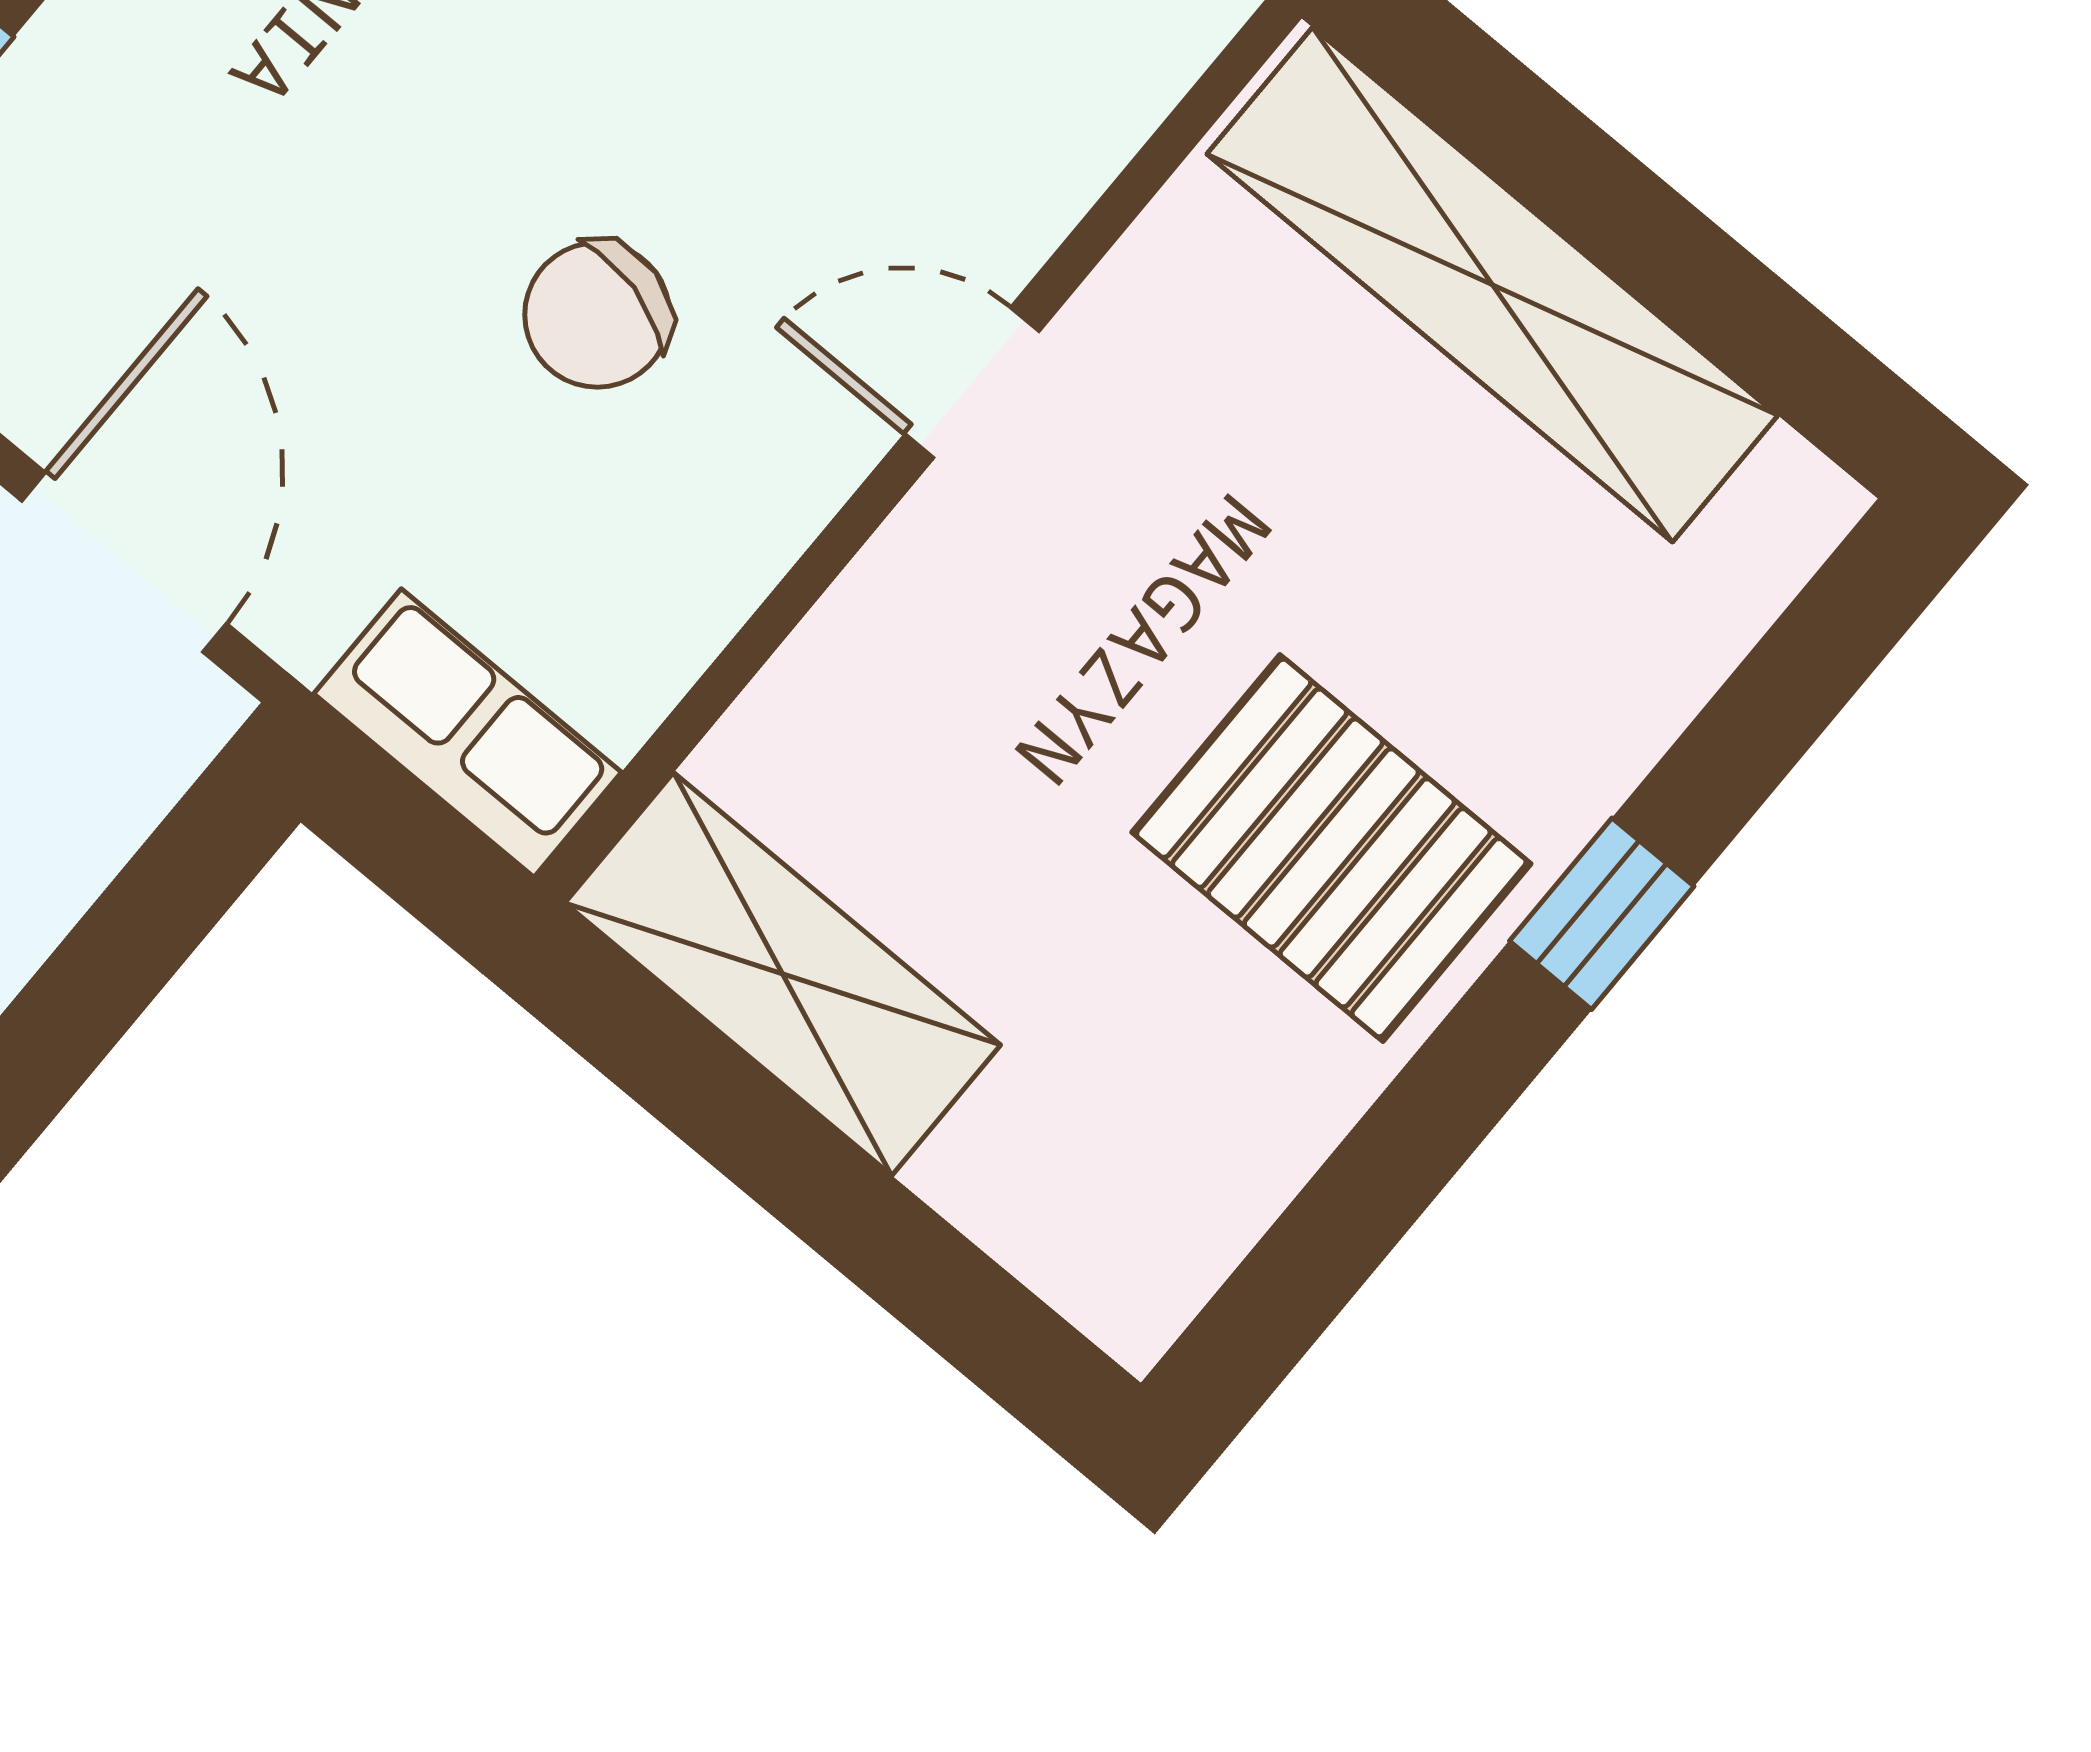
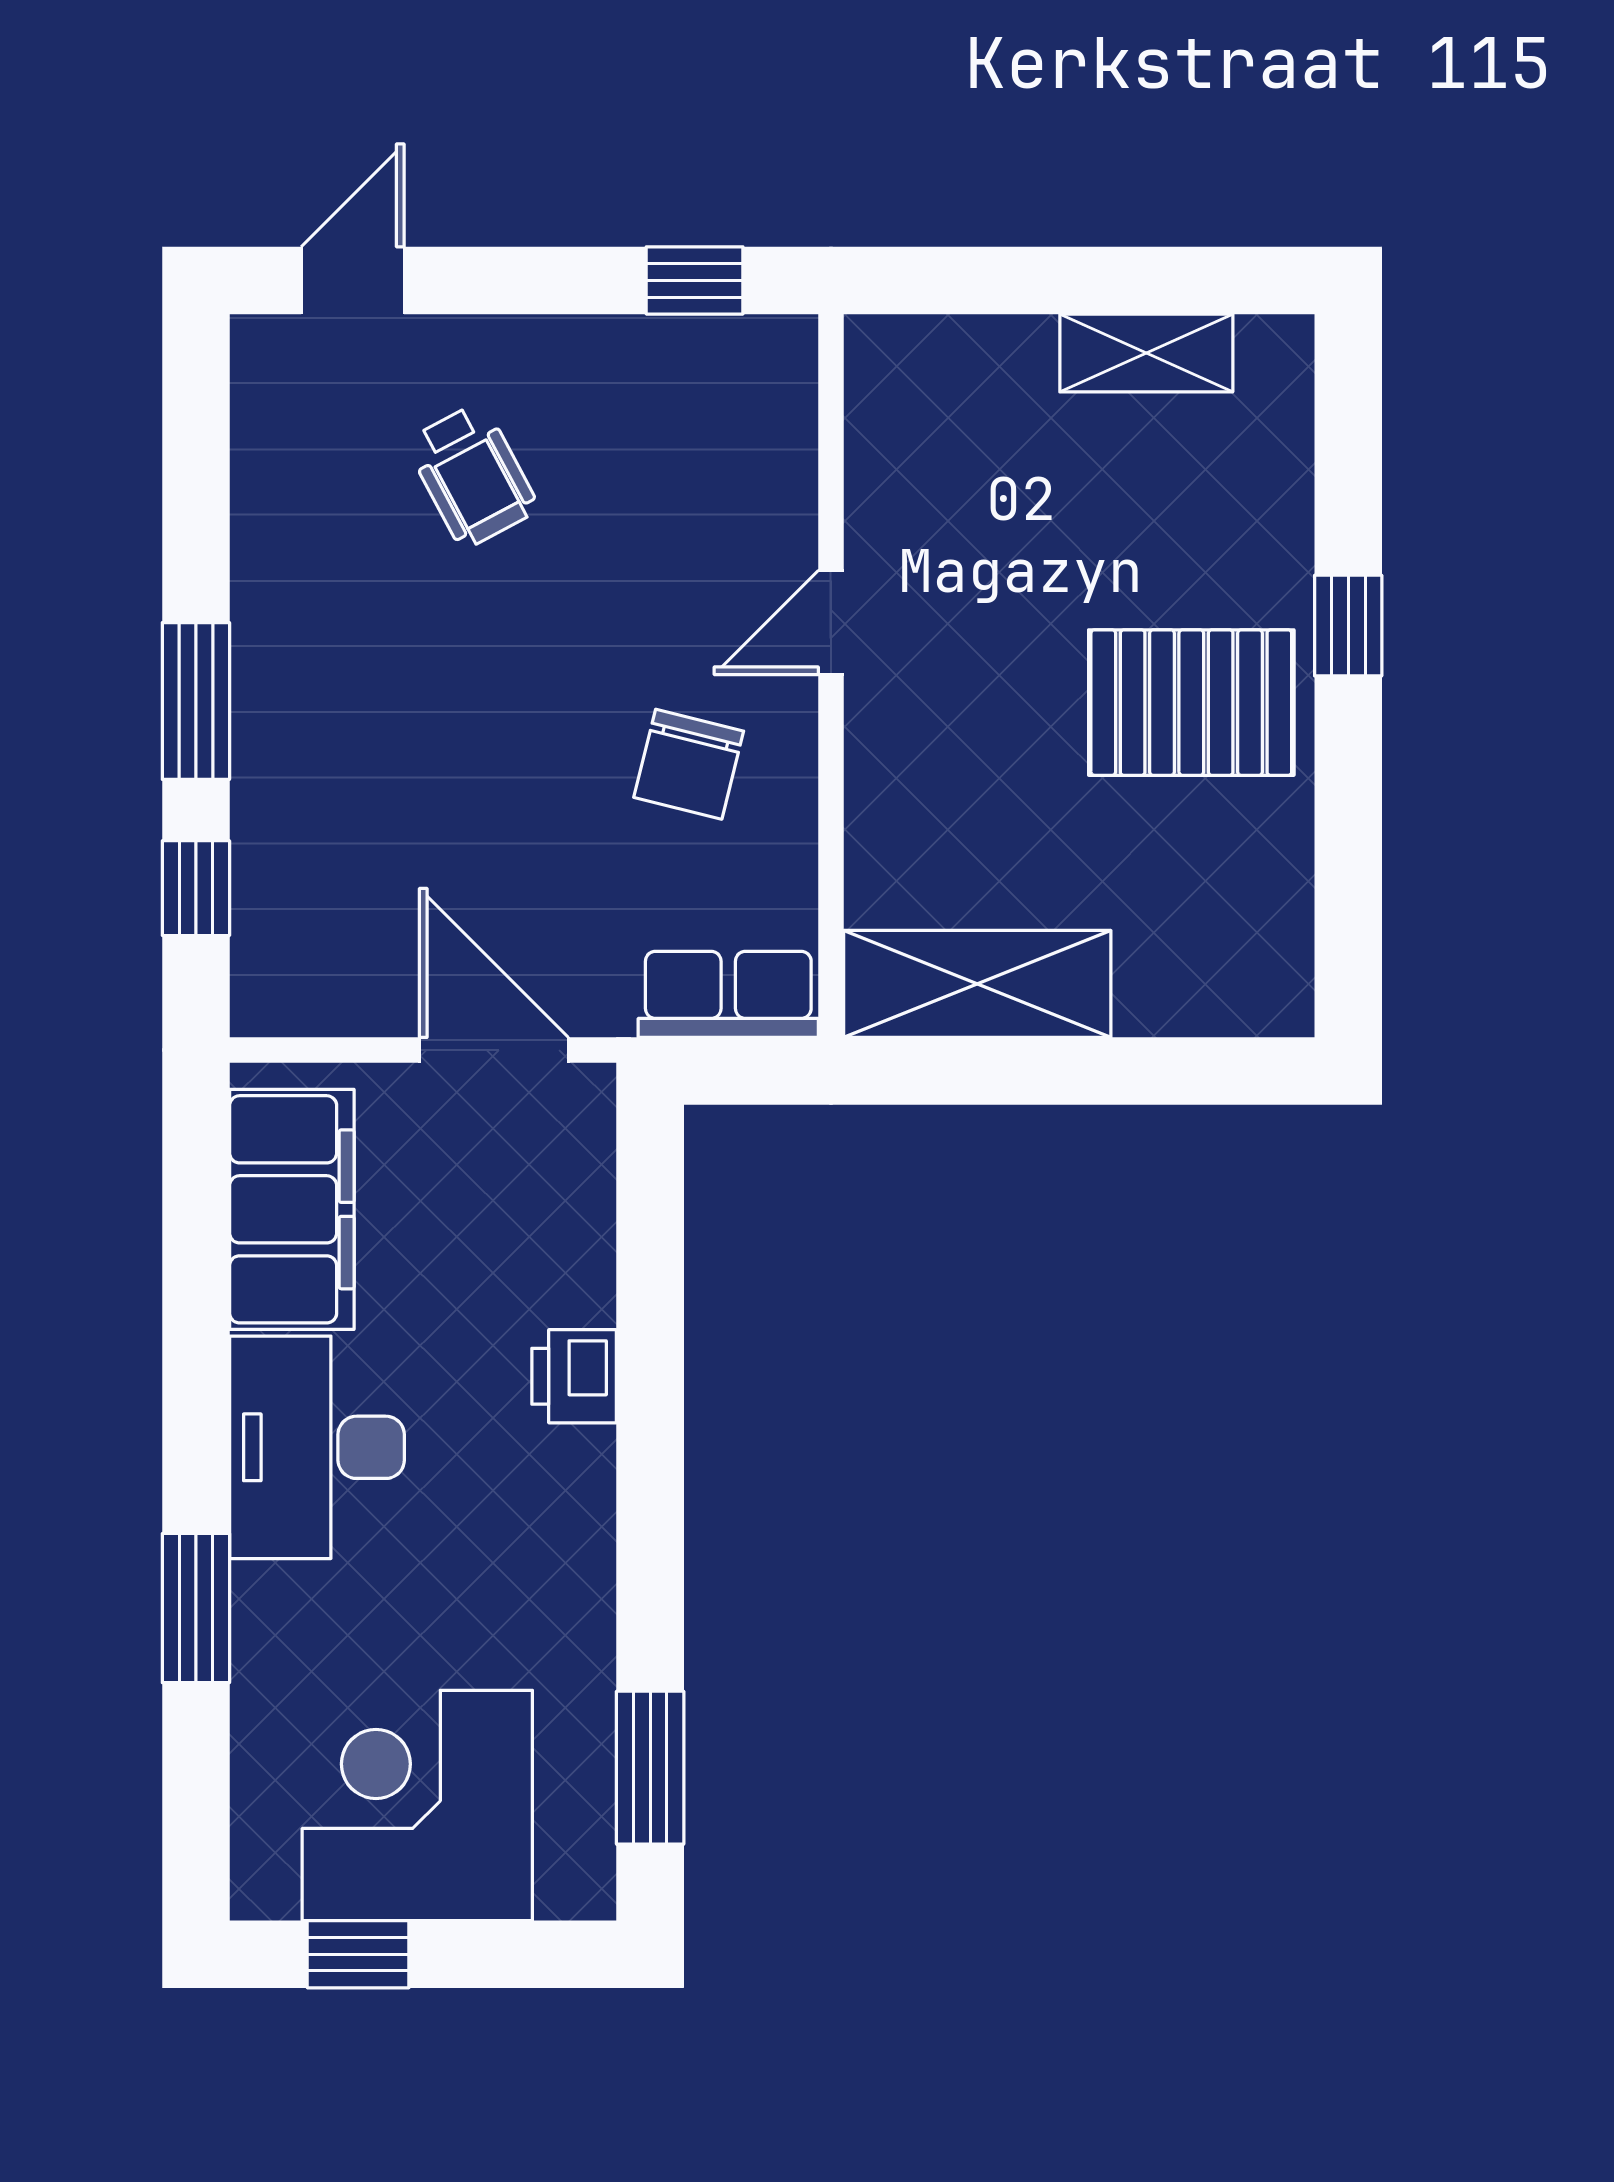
shelving: (1492, 285) -> (1146, 353), width x0.45, depth x0.75
chair: (597, 315) -> (689, 764), moved

